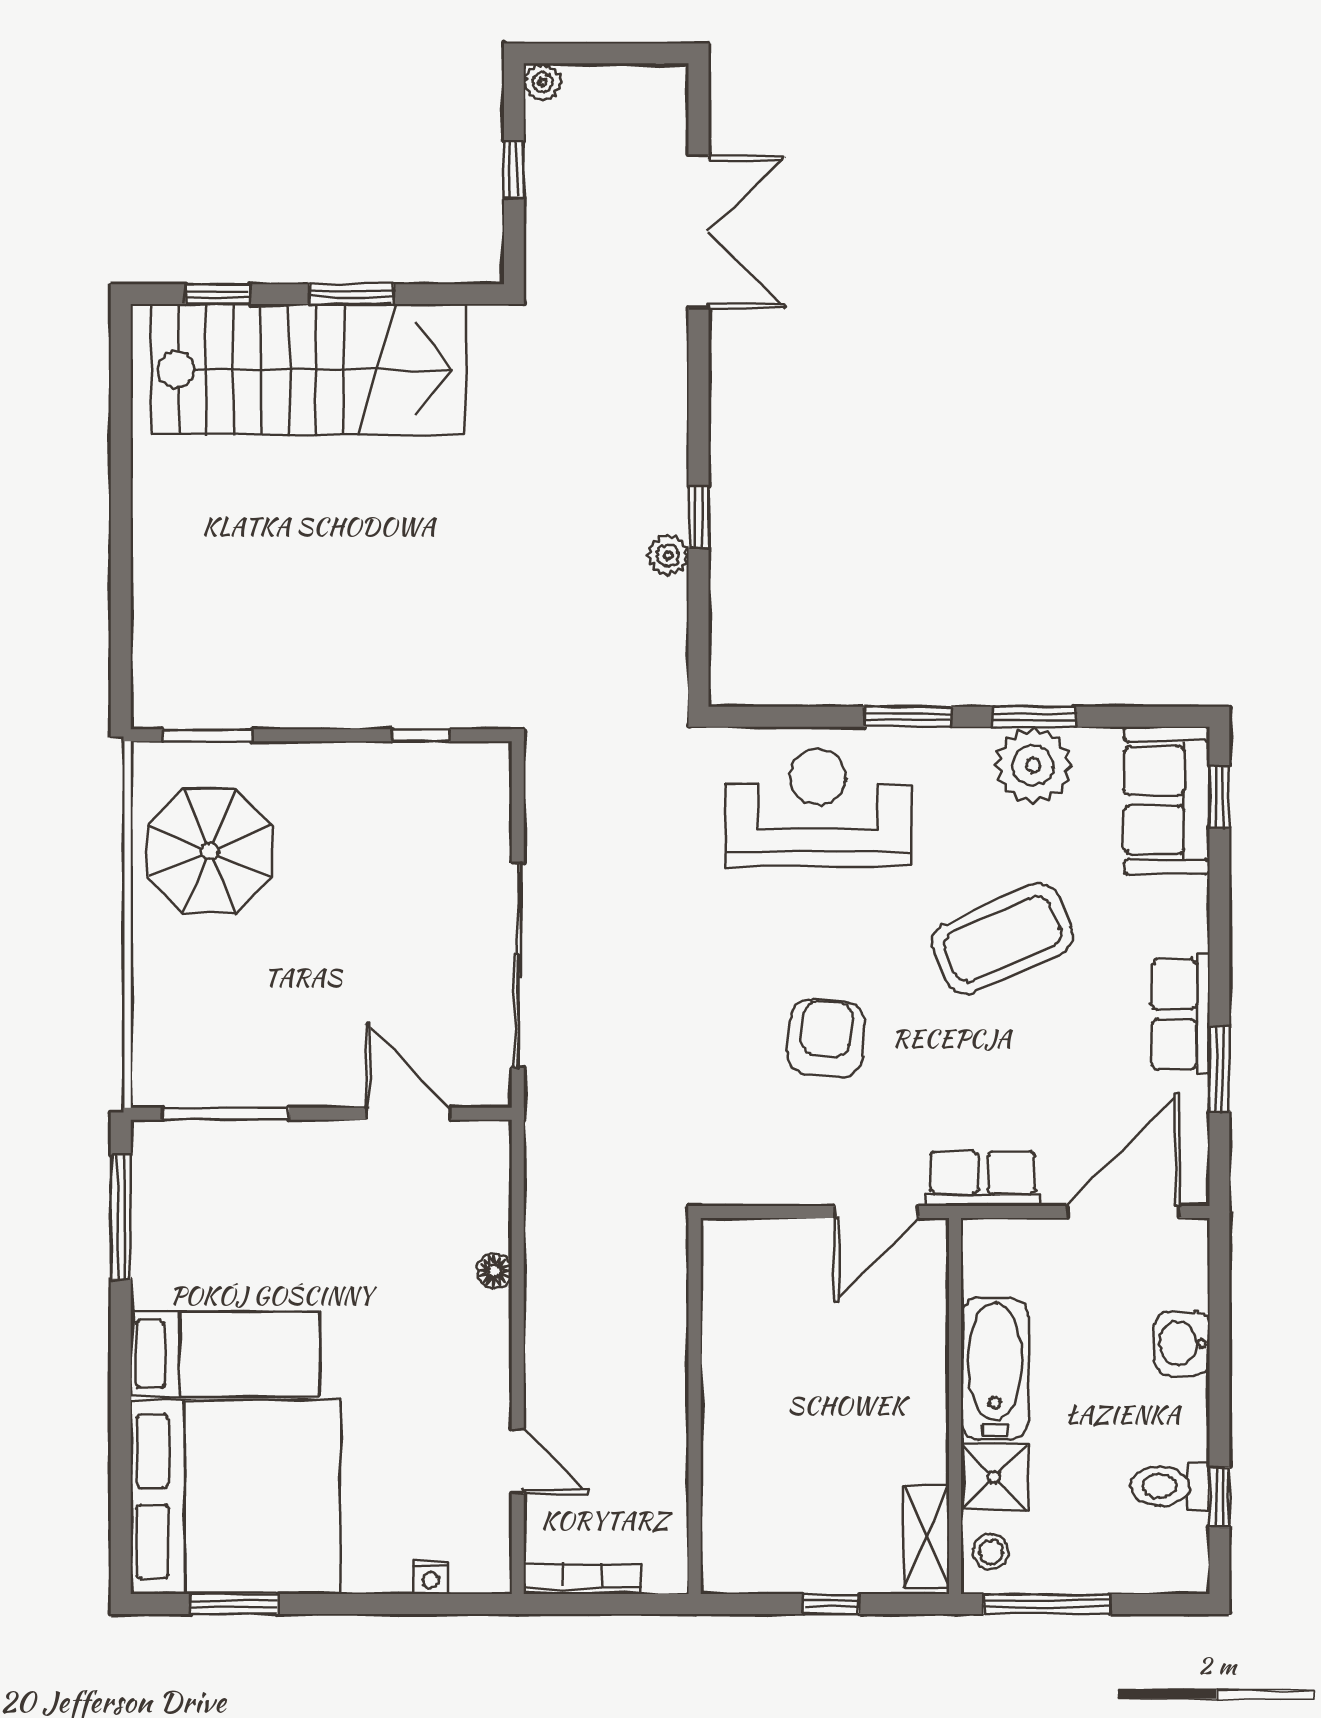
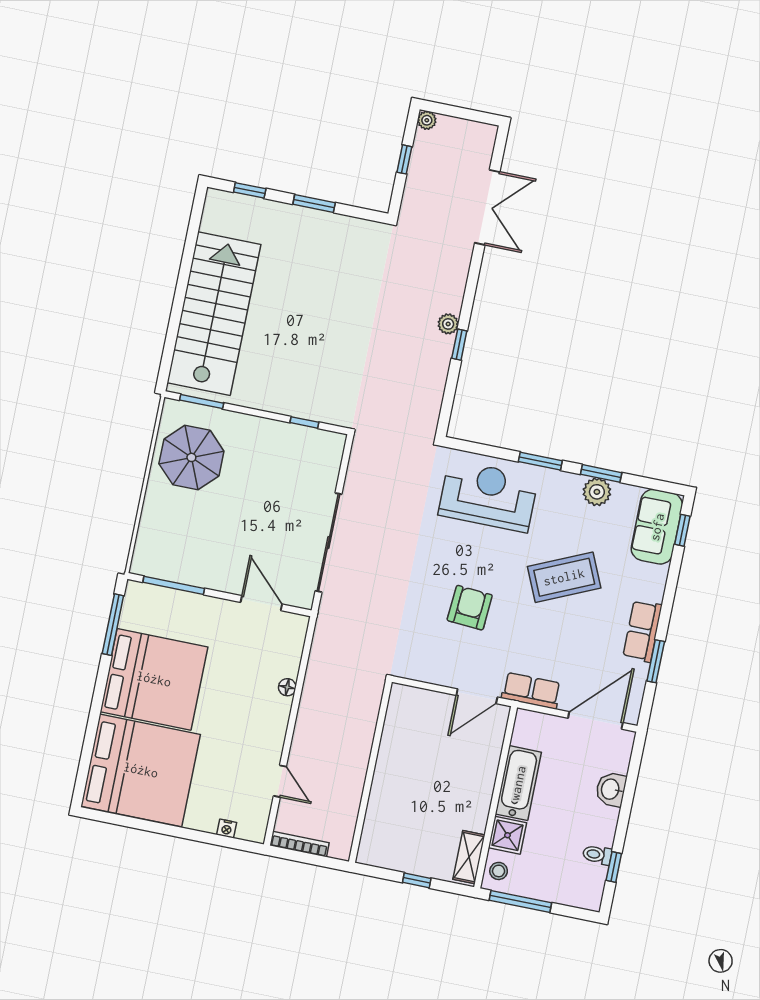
stairs: (308, 369) -> (214, 314), moved, turned -90
plant: (668, 555) -> (448, 324), moved
plant: (1033, 765) -> (597, 492), width x0.73, depth x0.73
bed: (225, 1354) -> (154, 679), width x2.04
toilet: (1170, 1486) -> (597, 855), width x0.73, depth x0.72
window: (234, 1604) -> (130, 822), removed

